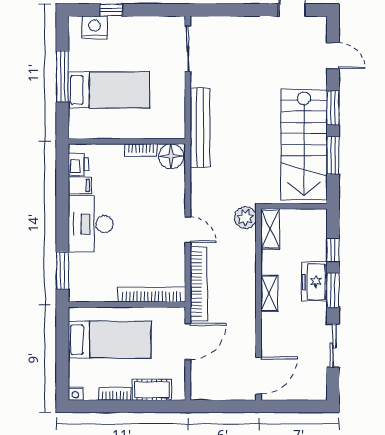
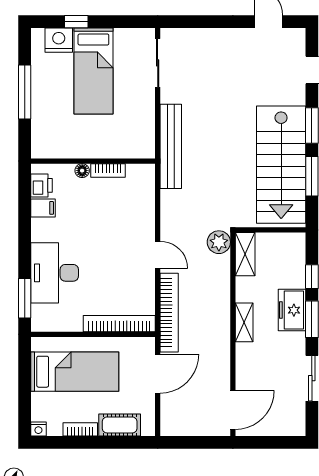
bed: (109, 90) -> (93, 71), moved, turned 90
floor lamp: (171, 156) -> (82, 171), moved, width x0.53, depth x0.53
desk: (91, 224) -> (55, 273), moved

